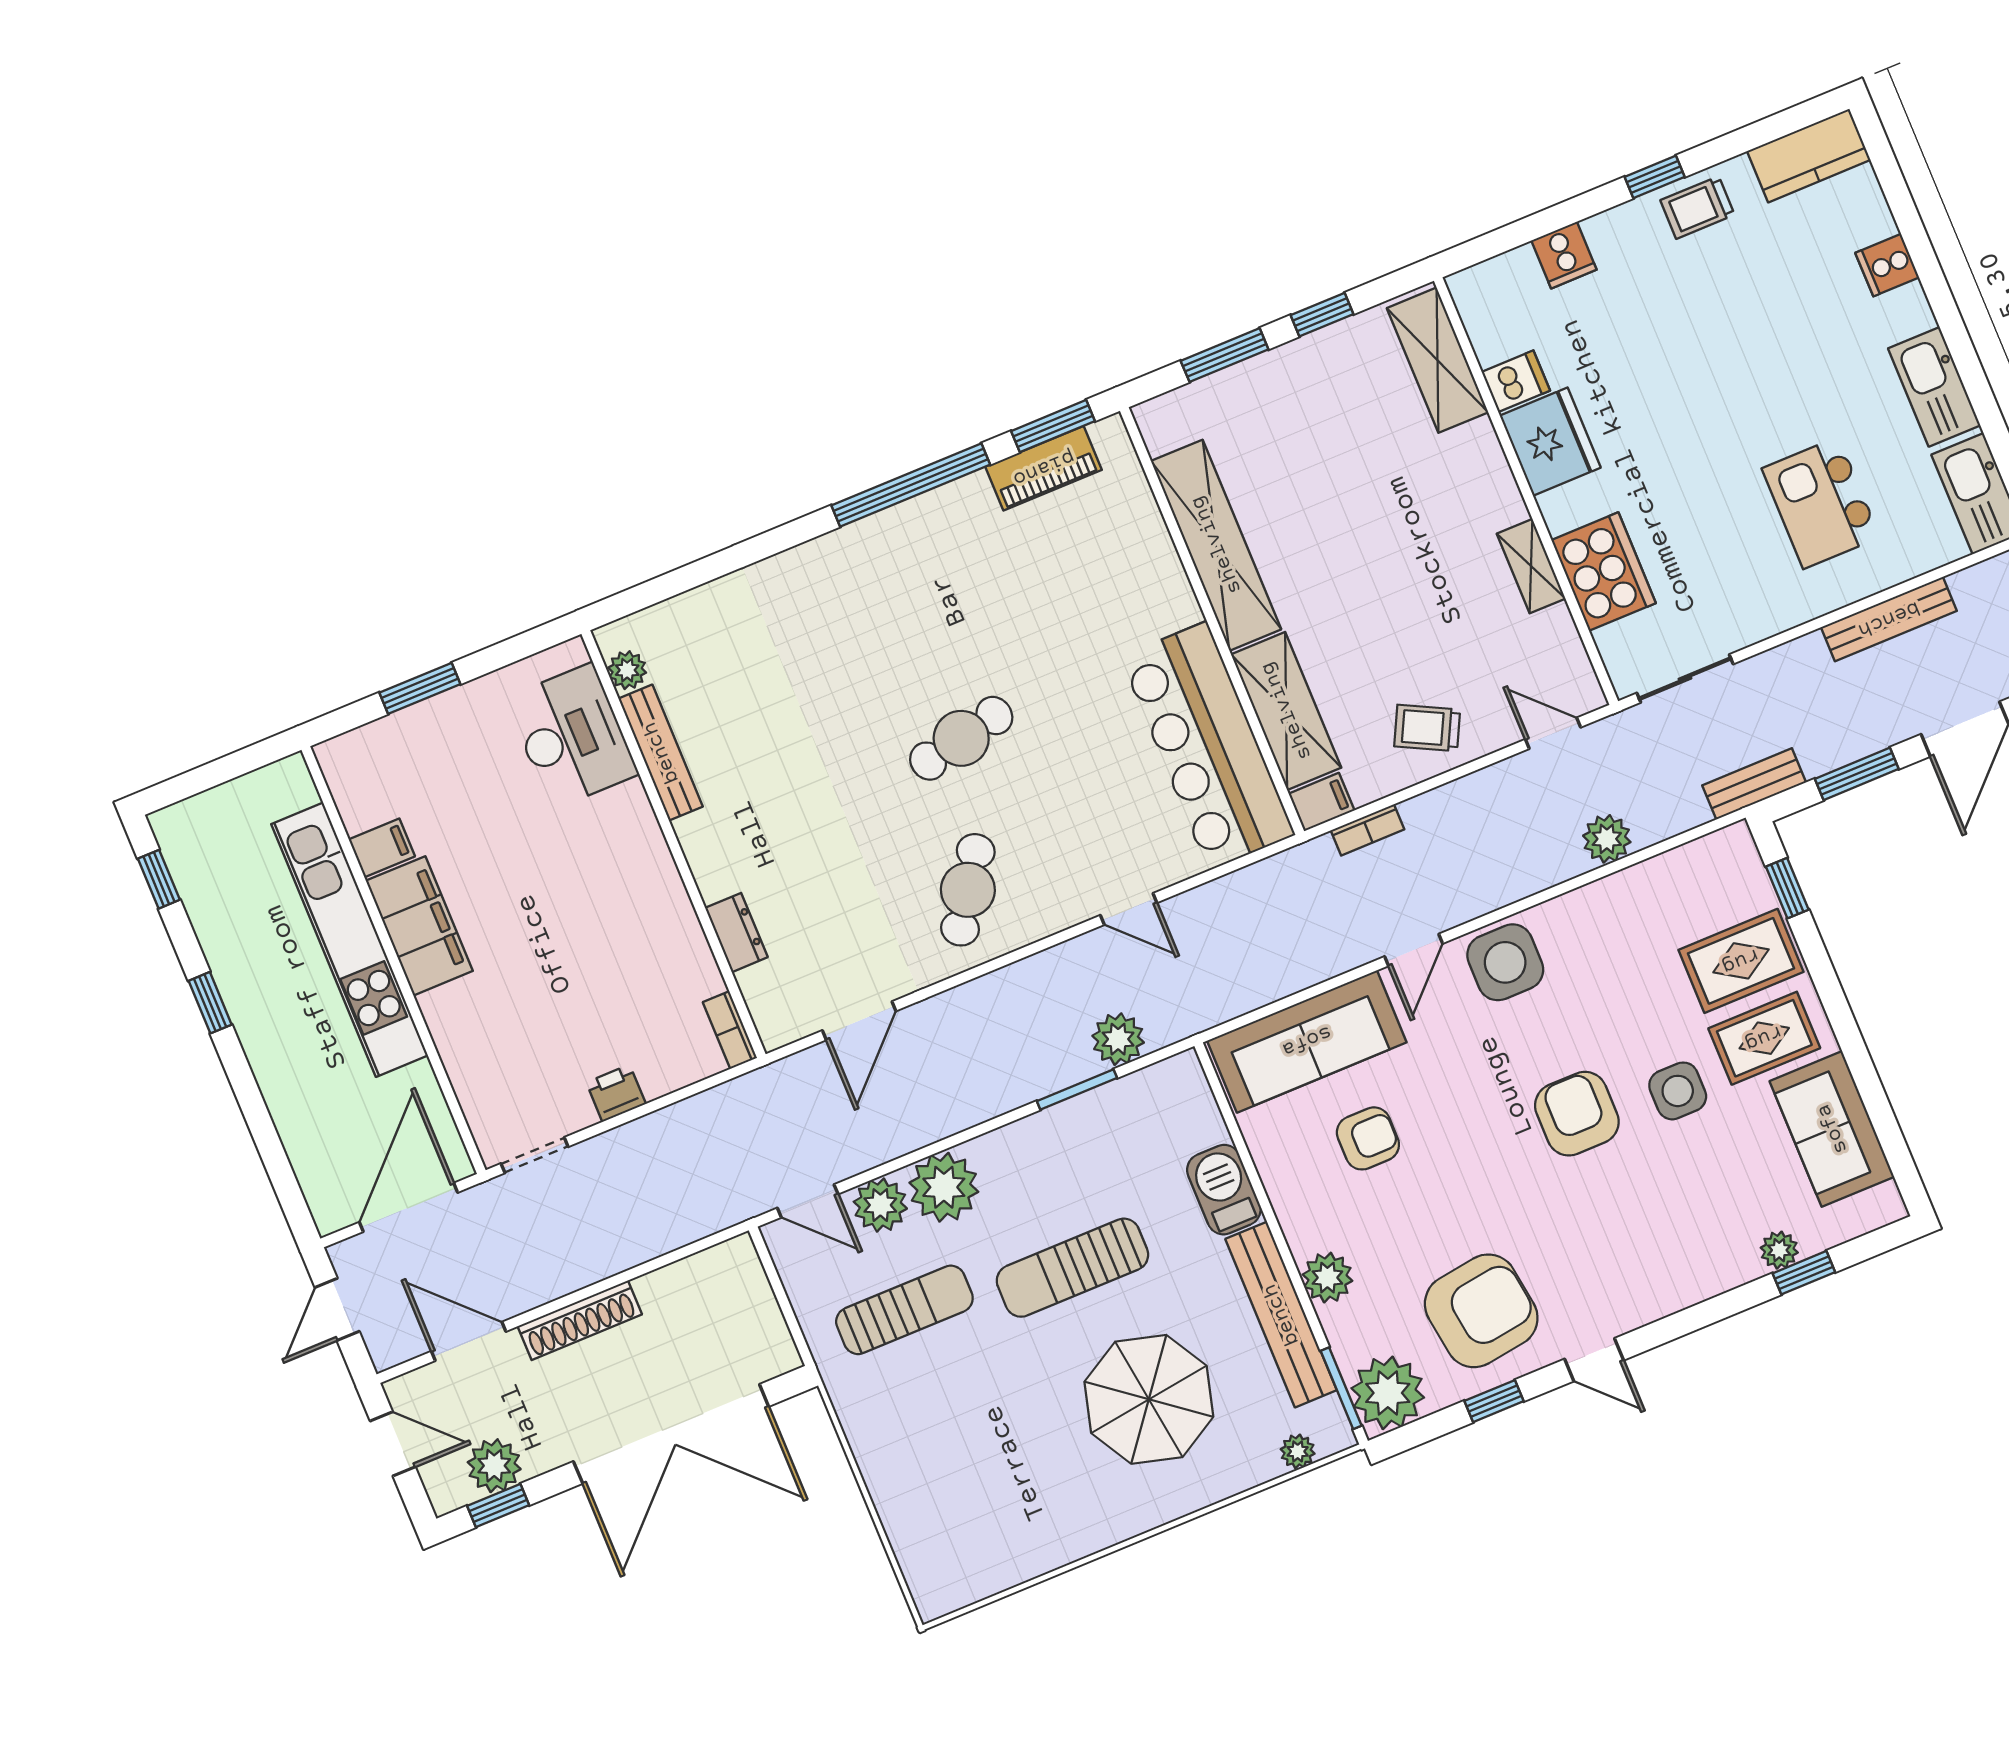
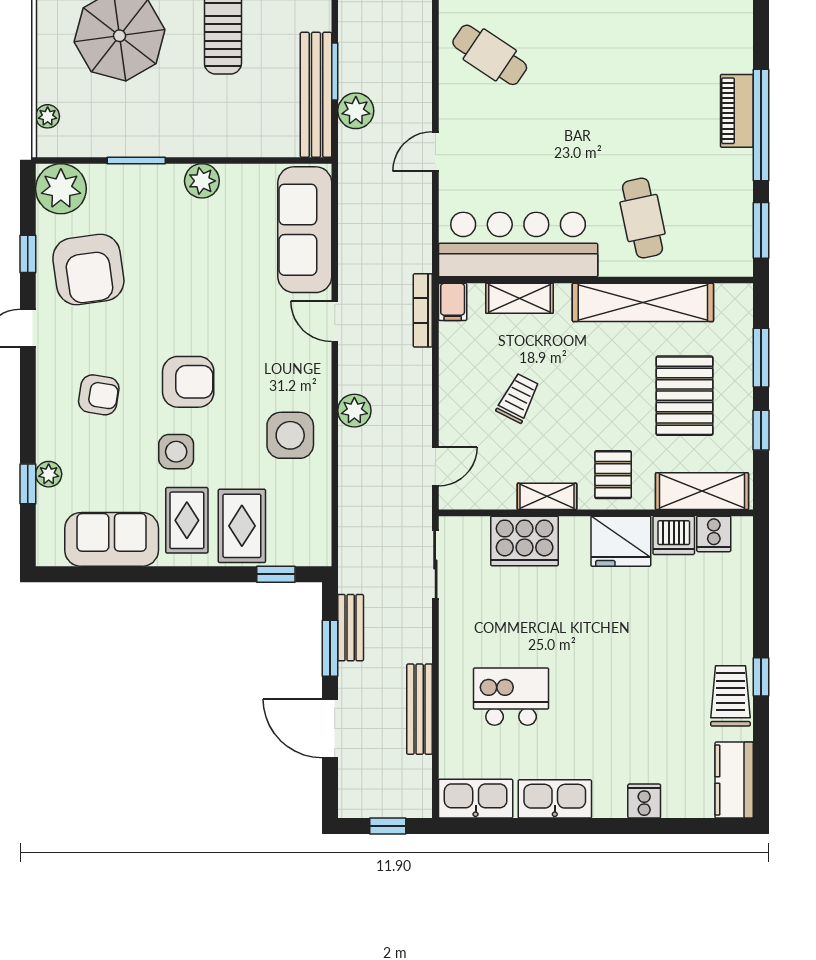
trolley: (1697, 208) -> (730, 696), width x1.36, depth x1.39
cooker: (1564, 255) -> (714, 534), moved, turned -90
dishwasher: (1516, 381) -> (674, 535), width x1.38
pallet: (1319, 437) -> (685, 396), added
piano: (1044, 468) -> (737, 111), moved
pallet: (1465, 489) -> (613, 475), added
shelving: (1286, 711) -> (519, 298), width x0.67, depth x0.75
trolley: (1427, 728) -> (518, 398), moved
cafe table: (961, 738) -> (643, 218), moved
bench: (1754, 784) -> (351, 628), moved
bookcase: (1367, 830) -> (423, 310), width x1.56
plant: (1607, 839) -> (354, 411), moved
side table: (1505, 962) -> (290, 435), moved
armchair: (1368, 1138) -> (99, 395), moved, turned -81
barbecue: (1224, 1190) -> (233, 138), removed
plant: (1327, 1278) -> (202, 181), moved
bench: (1281, 1315) -> (316, 95), moved, turned 90
window: (1341, 1388) -> (136, 160), moved

